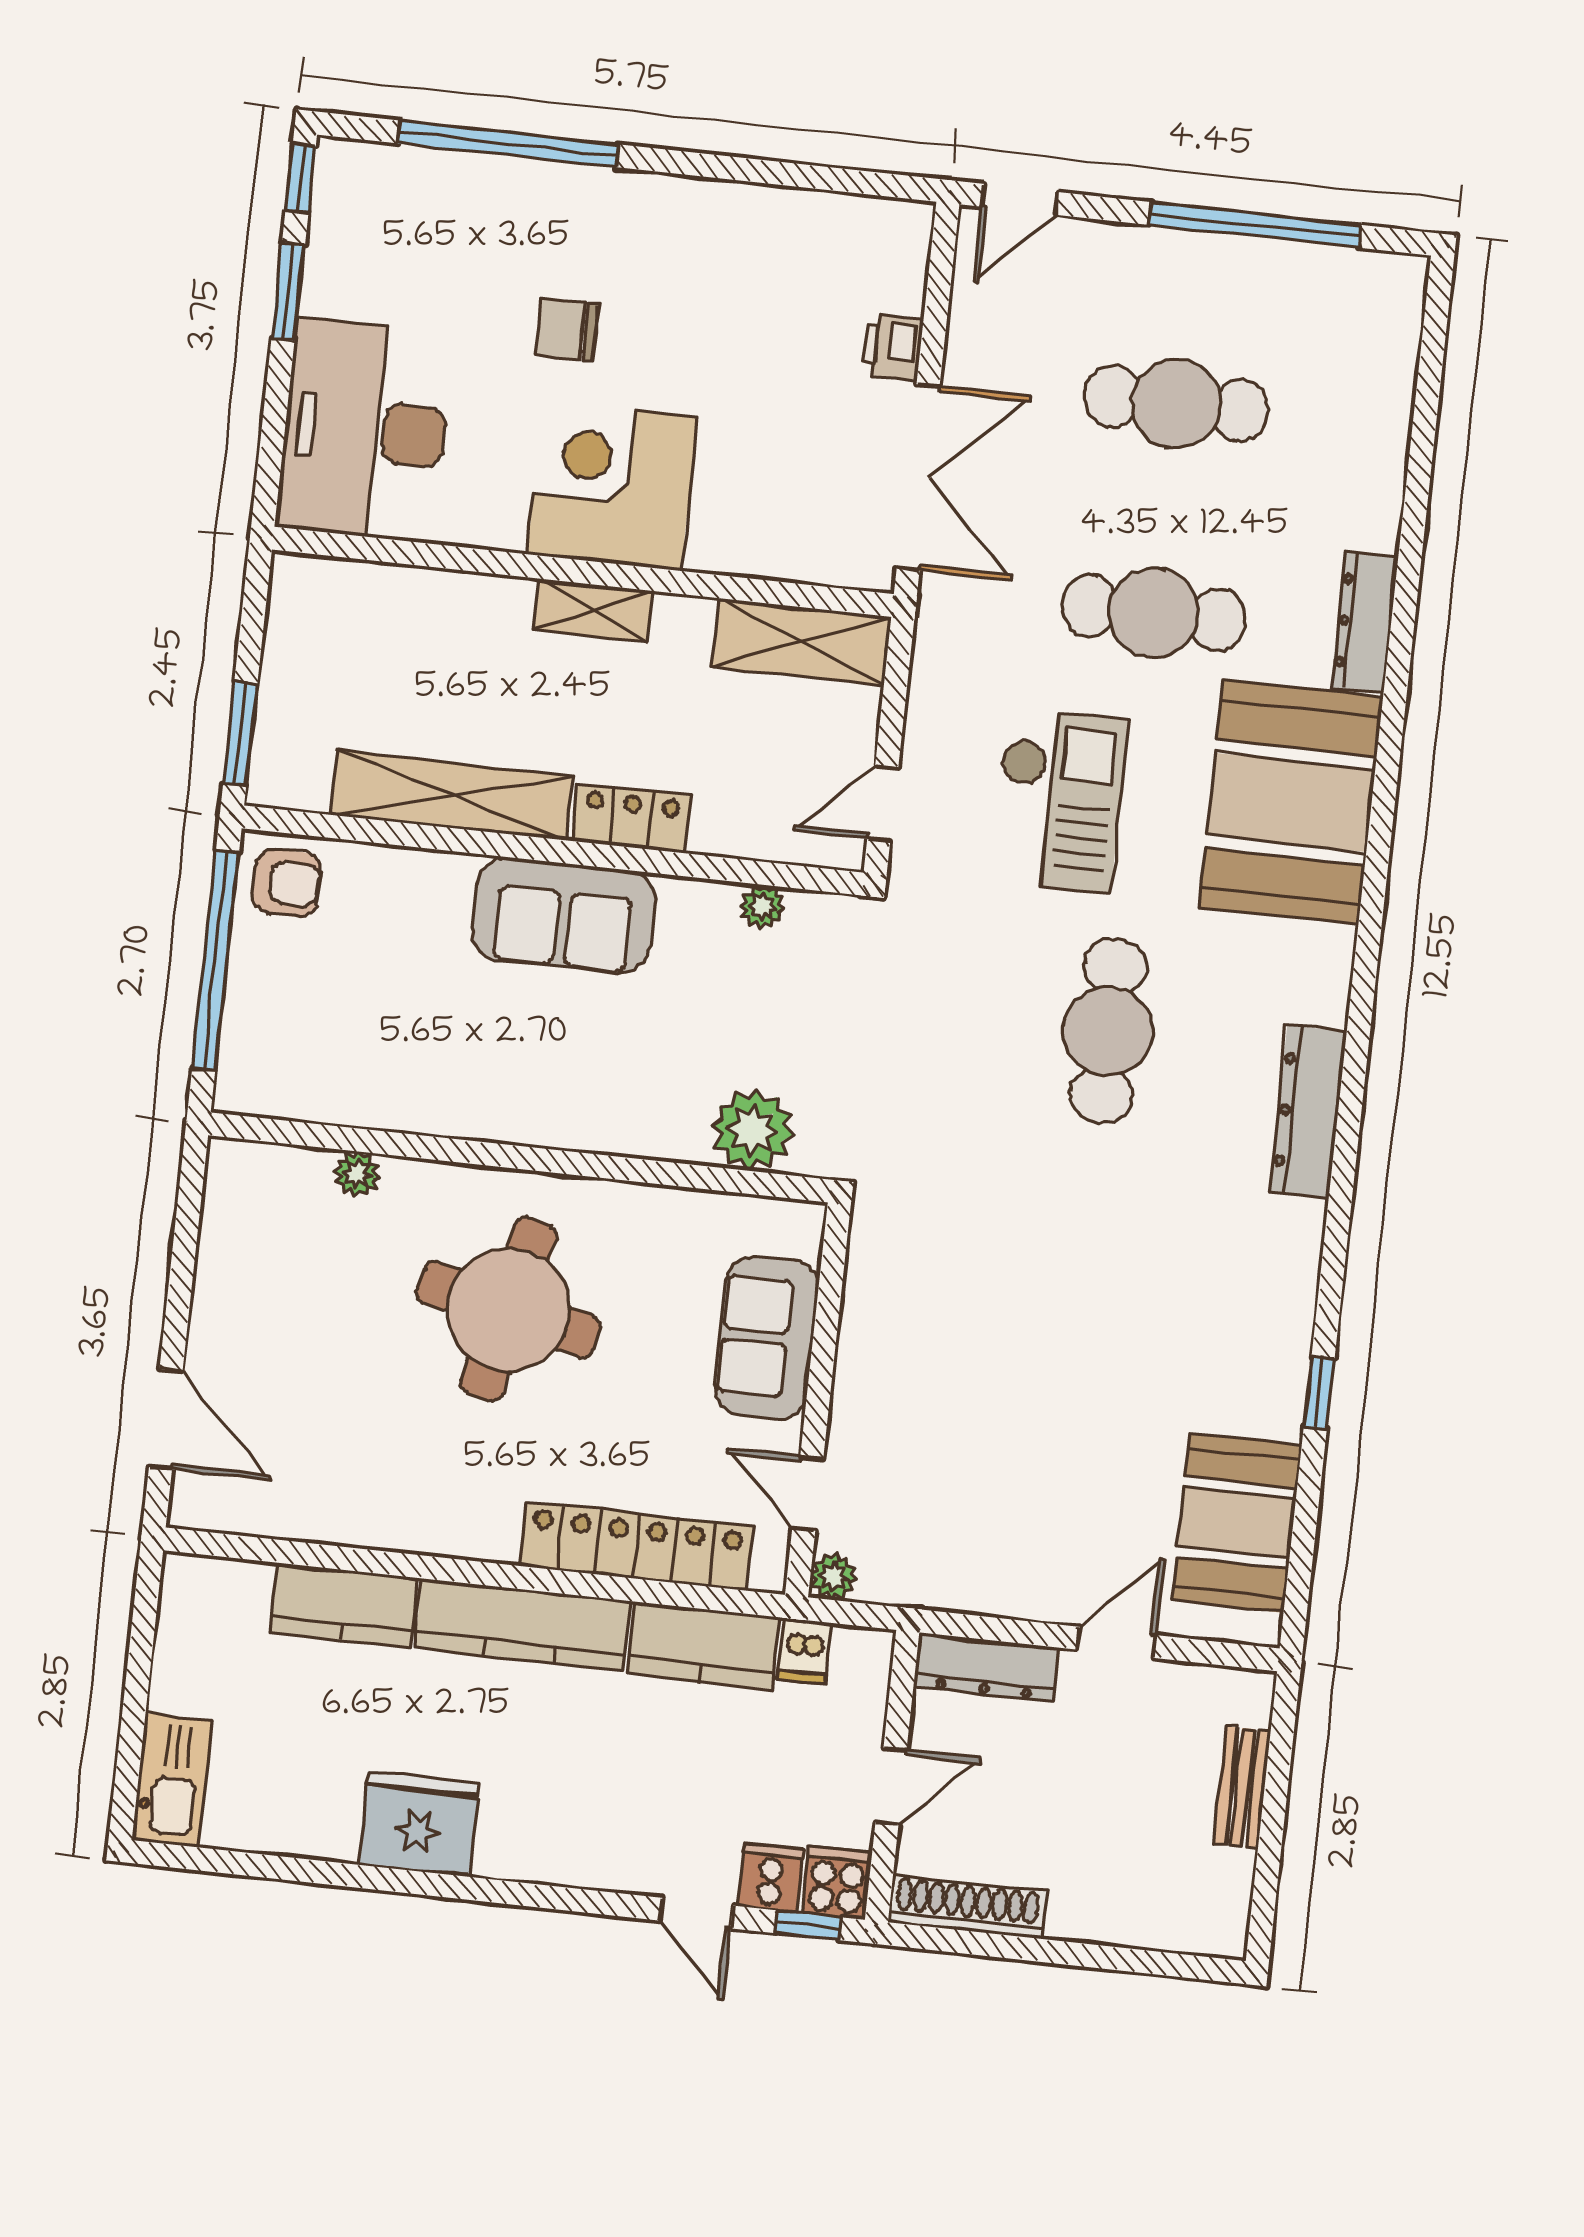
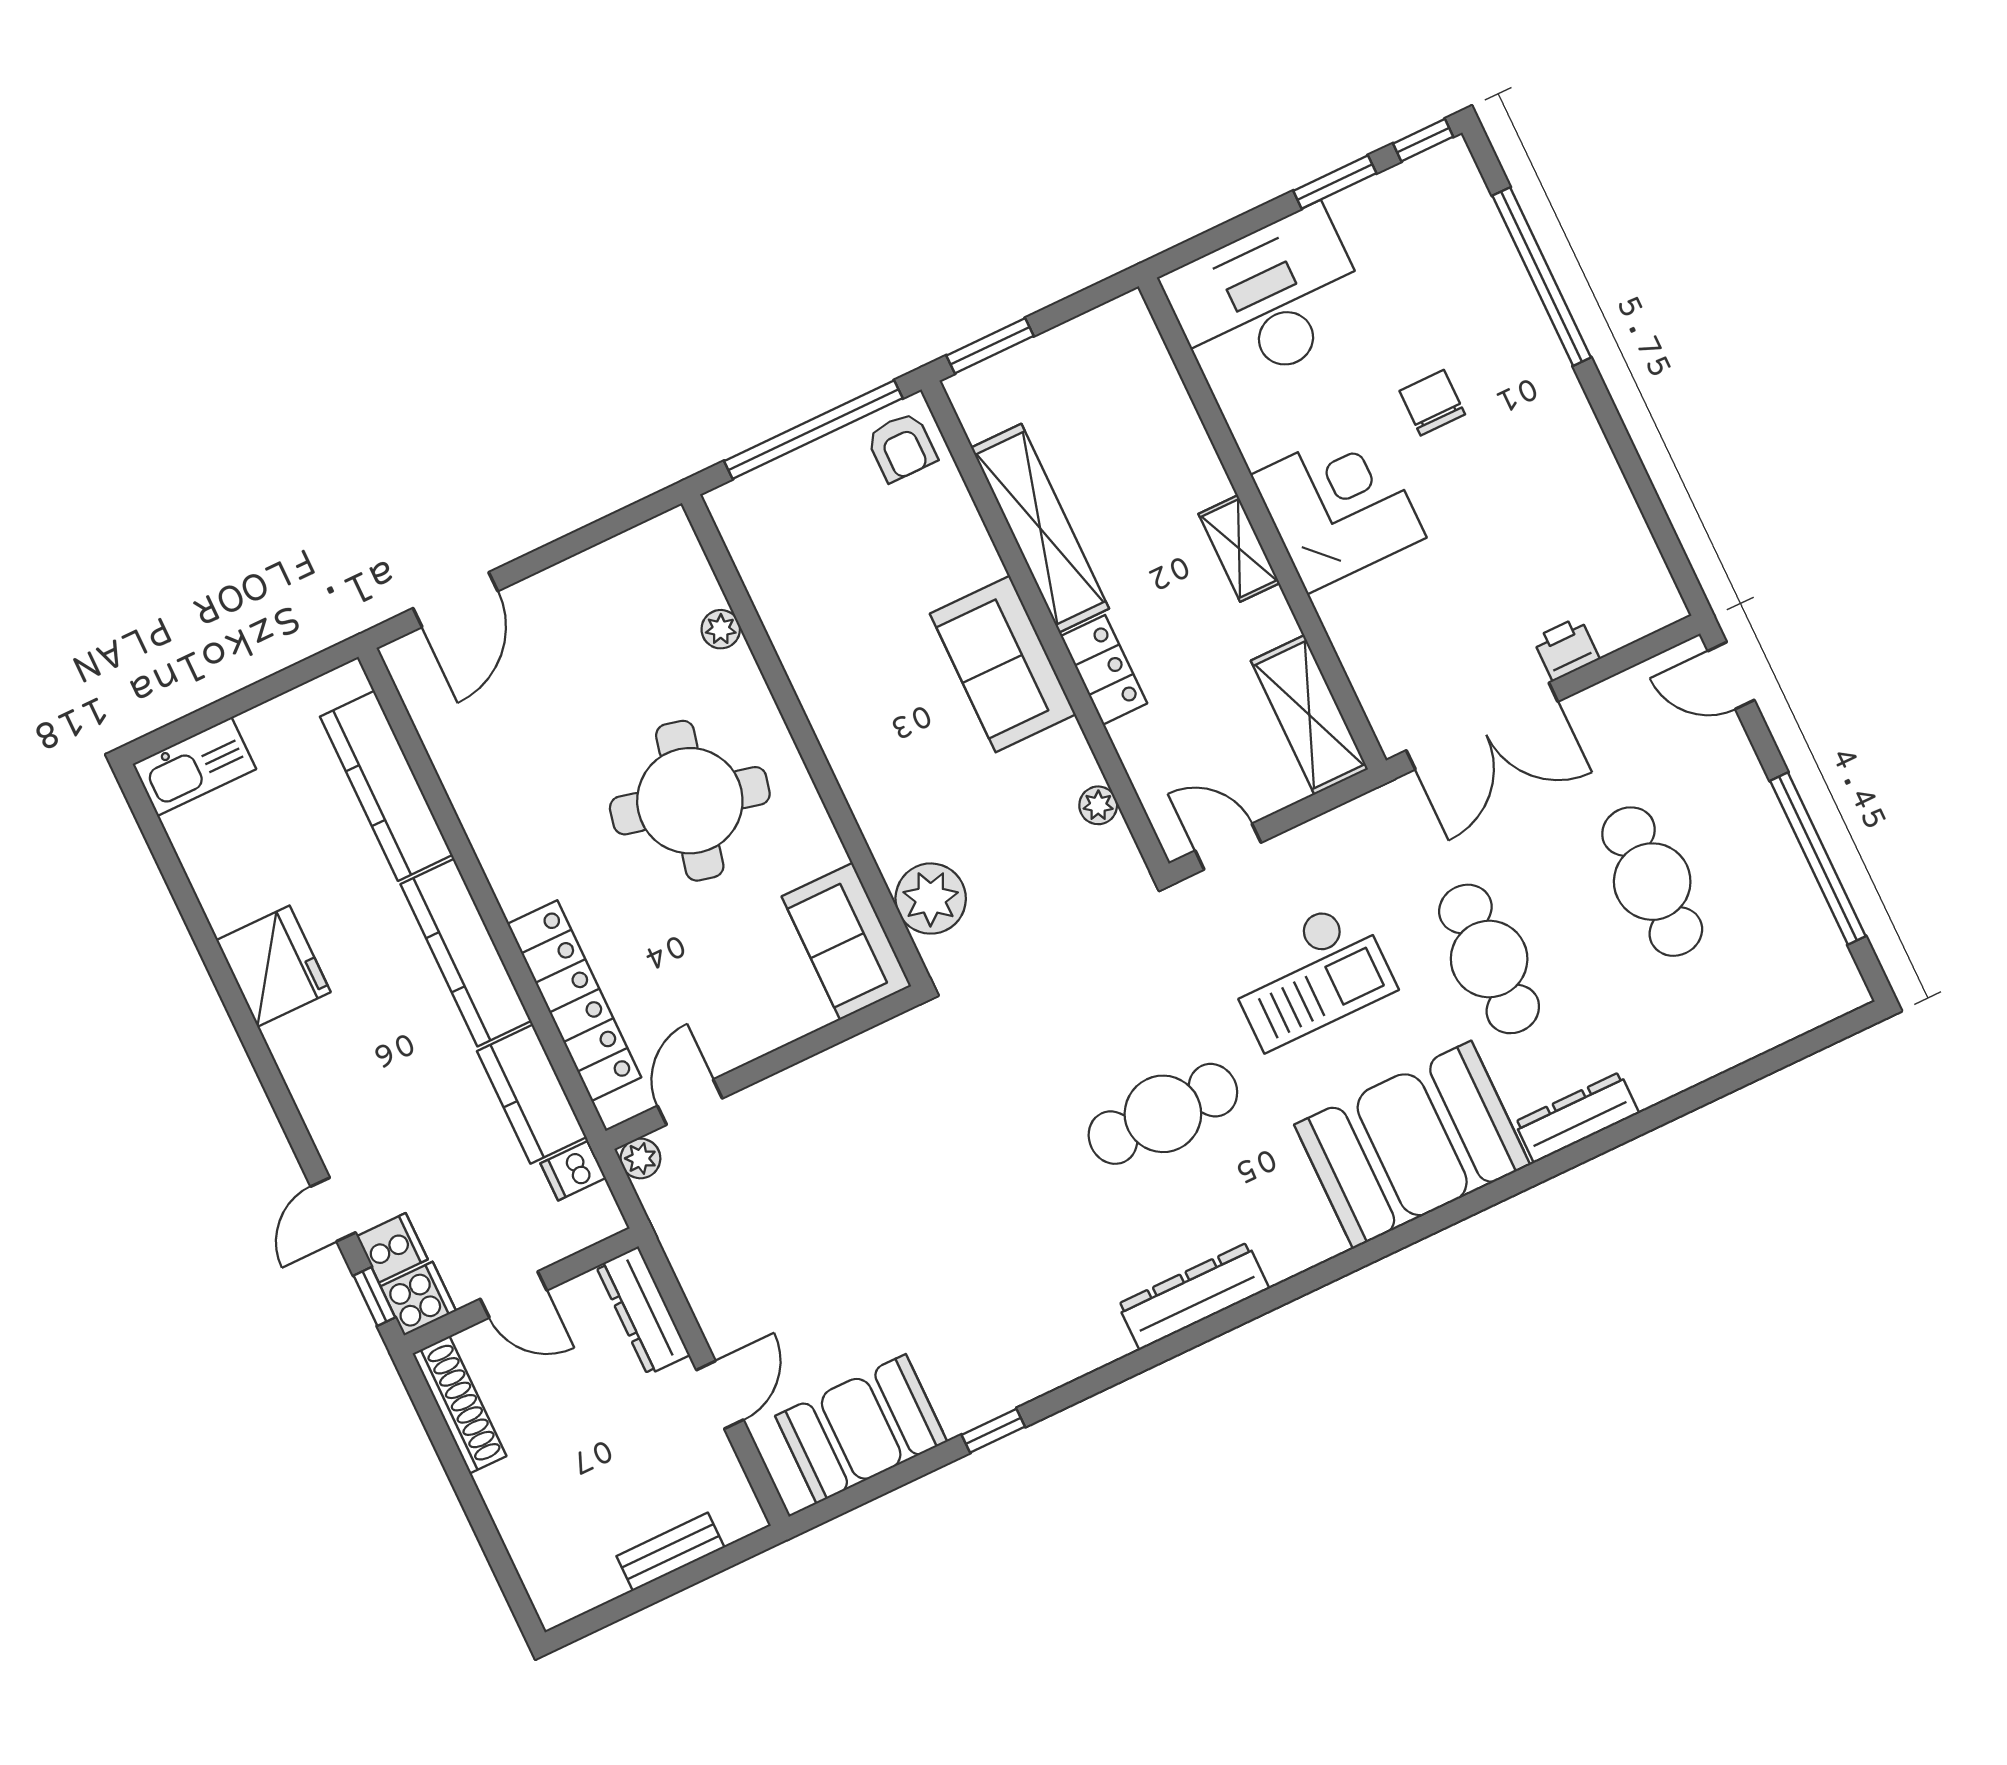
sofa: (767, 1337) -> (846, 941), moved, turned -90
kitchen counter: (343, 1605) -> (386, 786), width x1.50
door: (1117, 1642) -> (720, 1395), hinge flipped

